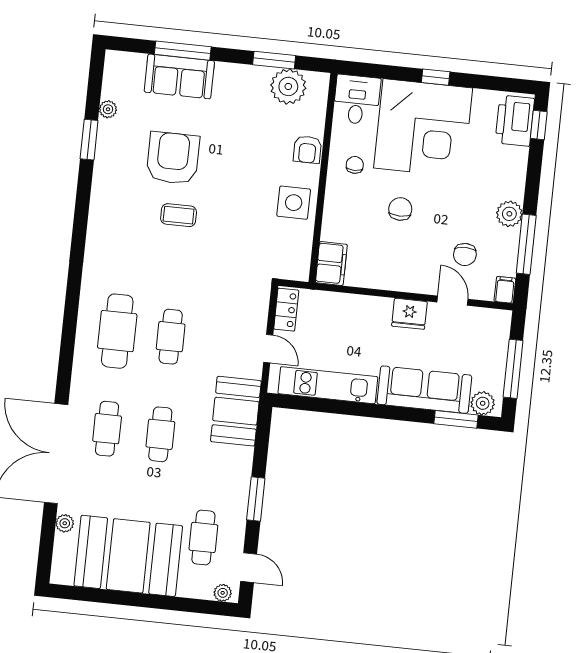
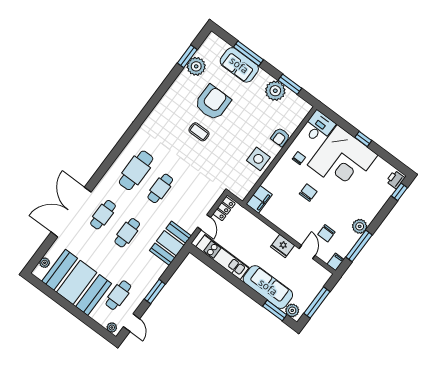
plant: (288, 86) -> (275, 91), moved
plant: (108, 109) -> (196, 66), width x1.88, depth x1.88
printer: (515, 121) -> (395, 180), width x0.53, depth x0.68
window: (89, 140) -> (187, 56), moved
plant: (65, 523) -> (45, 263), moved

